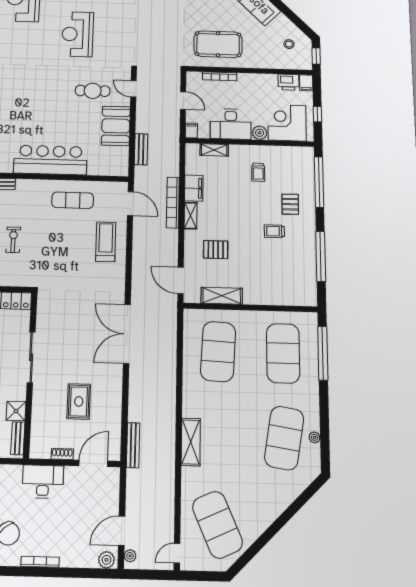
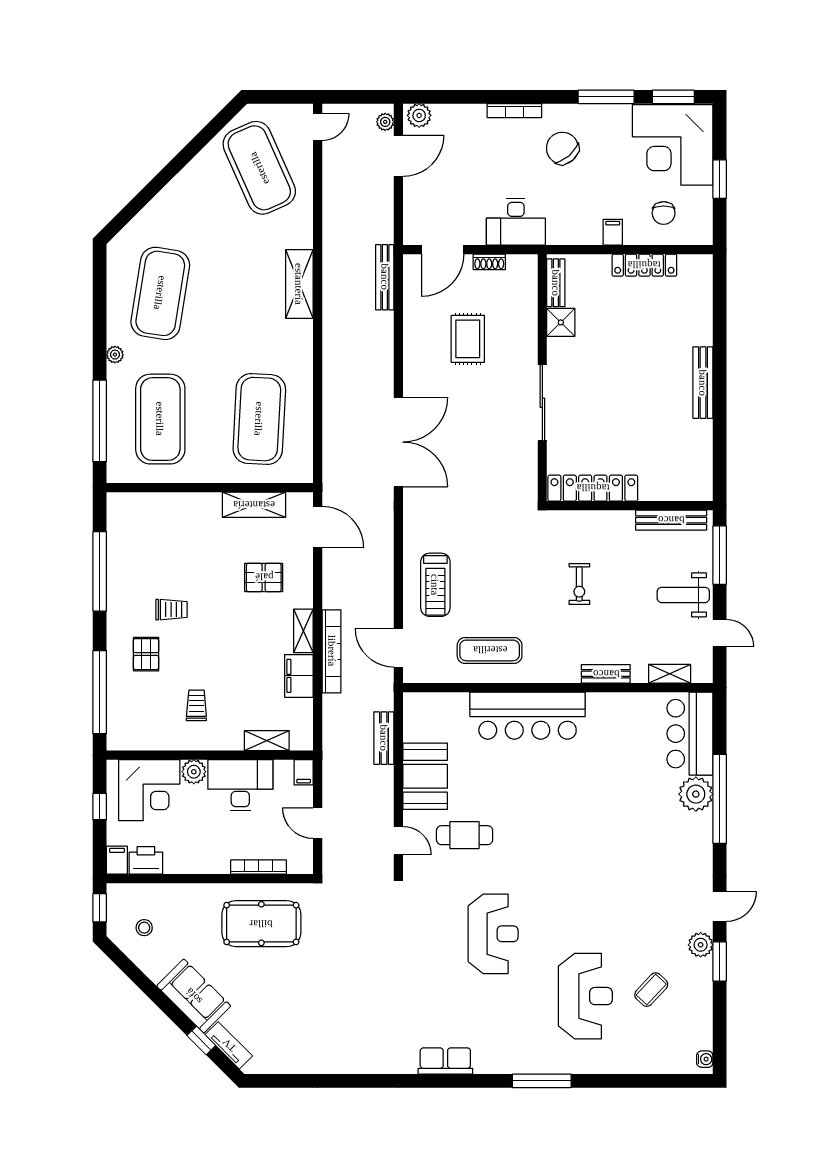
plant: (315, 437) -> (115, 355), moved

